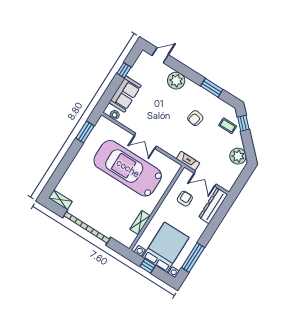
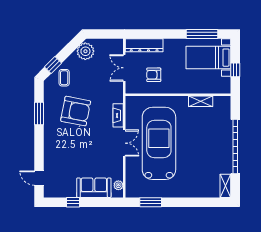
plant: (176, 81) -> (53, 150), removed
armchair: (195, 118) -> (76, 111), width x1.88, depth x1.88
fireplace: (188, 161) -> (118, 115), moved
car: (128, 168) -> (159, 143), turned 180
double door: (205, 179) -> (124, 68), swing flipped
bed with nightstands: (166, 247) -> (208, 58), width x0.73

